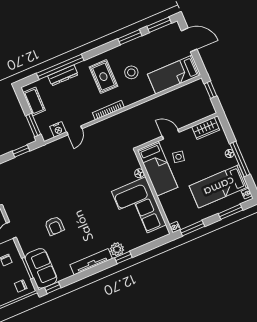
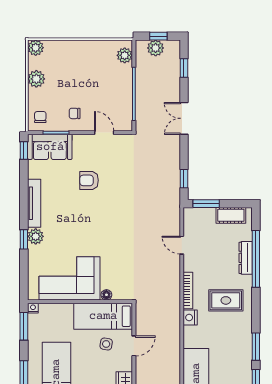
stool: (131, 72) -> (218, 332), removed
nightstand: (58, 129) -> (190, 318), moved

